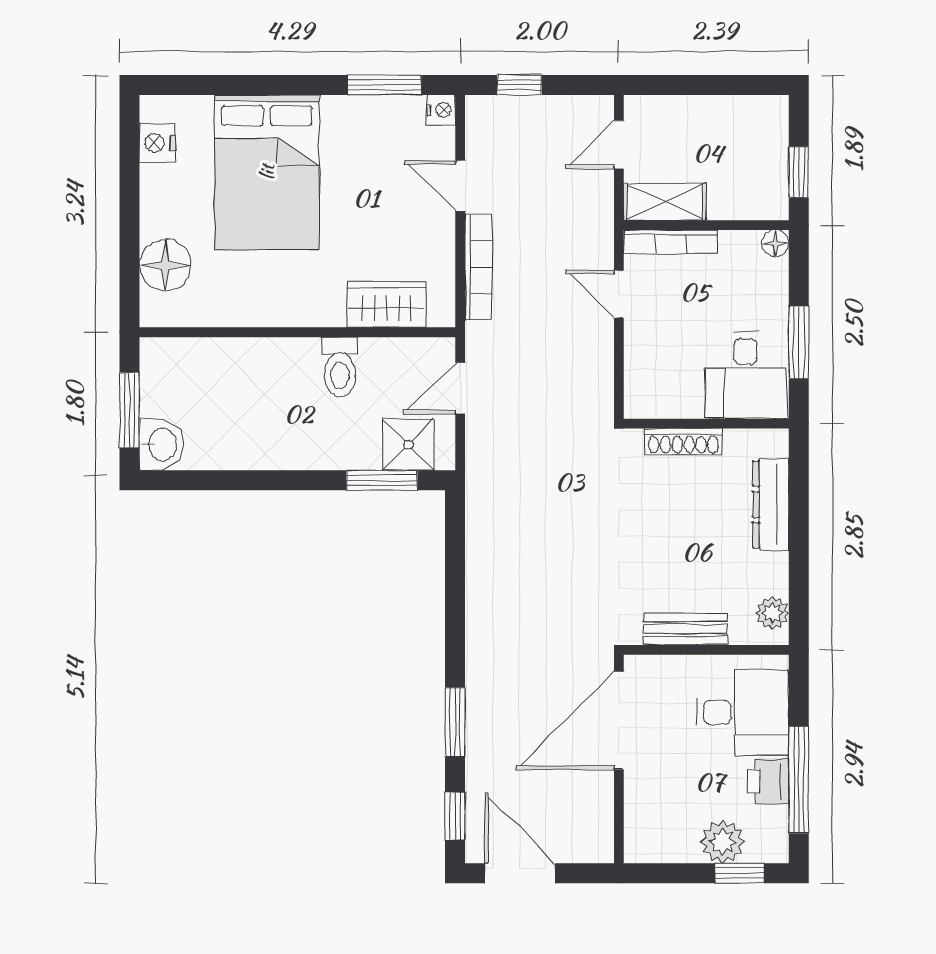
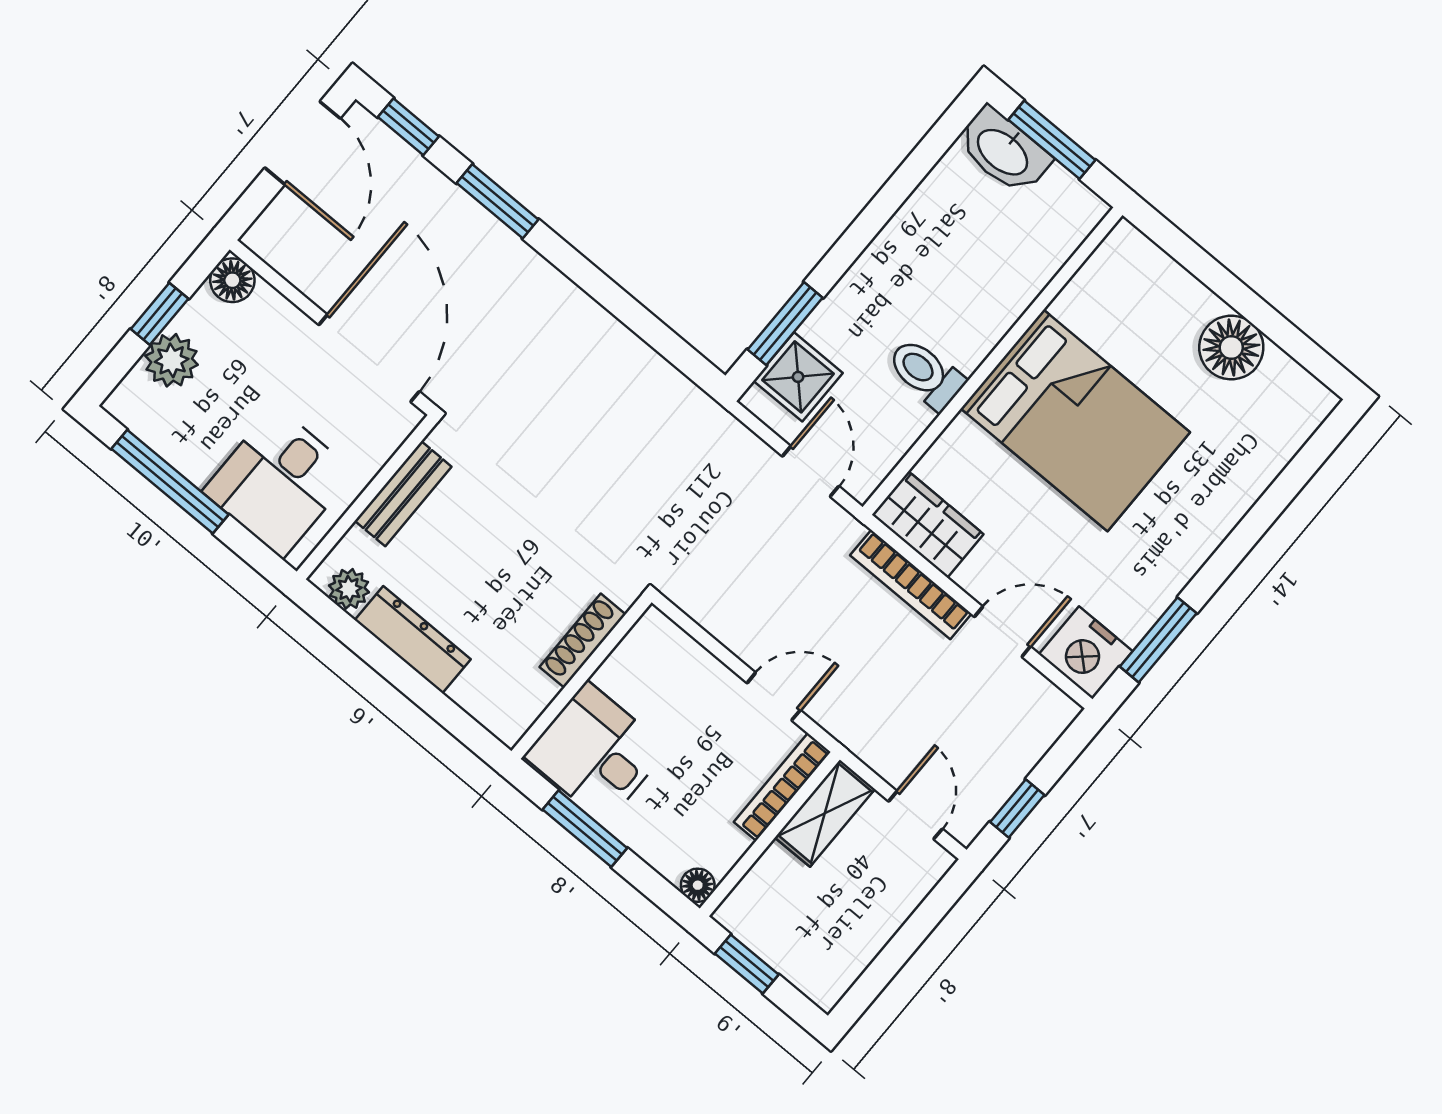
window: (520, 85) -> (1017, 808), moved
nightstand: (441, 110) -> (1086, 653), width x1.89, depth x1.79
nightstand: (157, 143) -> (1284, 378), removed
bed: (267, 172) -> (1075, 420), moved, turned 180
floor lamp: (165, 265) -> (1231, 347), moved
wardrobe: (386, 304) -> (928, 524), moved, turned -90
washbasin: (161, 444) -> (1004, 151), width x1.38
dresser: (771, 504) -> (413, 640), moved
printer: (768, 781) -> (193, 452), removed
floor lamp: (641, 846) -> (232, 280), added
door: (520, 873) -> (302, 143), hinge flipped
window: (740, 873) -> (160, 314), moved

